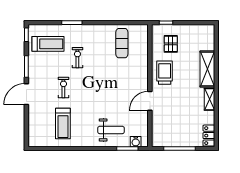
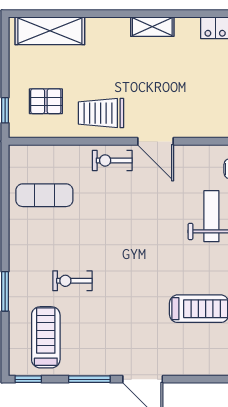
shelving: (207, 69) -> (50, 31), moved
exercise bike: (63, 88) -> (112, 160), moved

